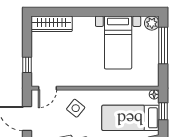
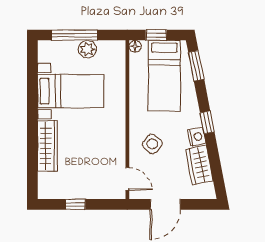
plant: (152, 23) -> (87, 49), moved
wardrobe: (52, 24) -> (47, 146), moved
window: (27, 65) -> (76, 204), moved

